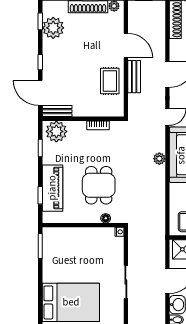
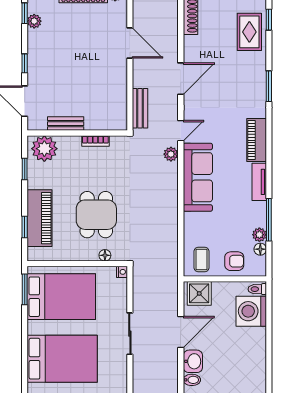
plant: (53, 28) -> (34, 21), width x0.53, depth x0.53
bench: (134, 77) -> (140, 108), moved
rug: (110, 81) -> (110, 87), removed
bench: (57, 111) -> (66, 124), moved
plant: (159, 159) -> (171, 154), moved
bed: (70, 252) -> (61, 297), added

